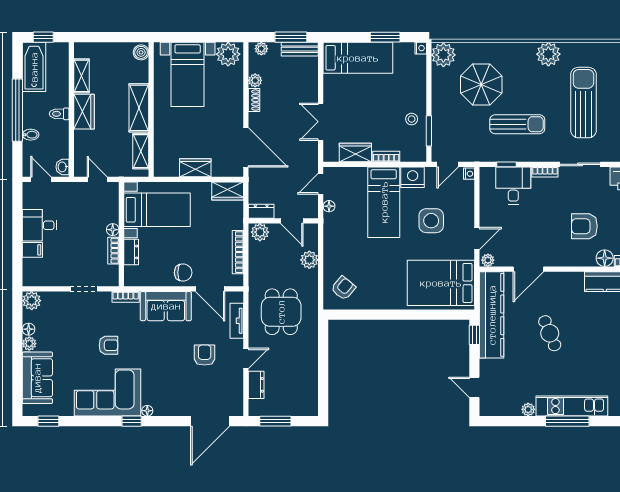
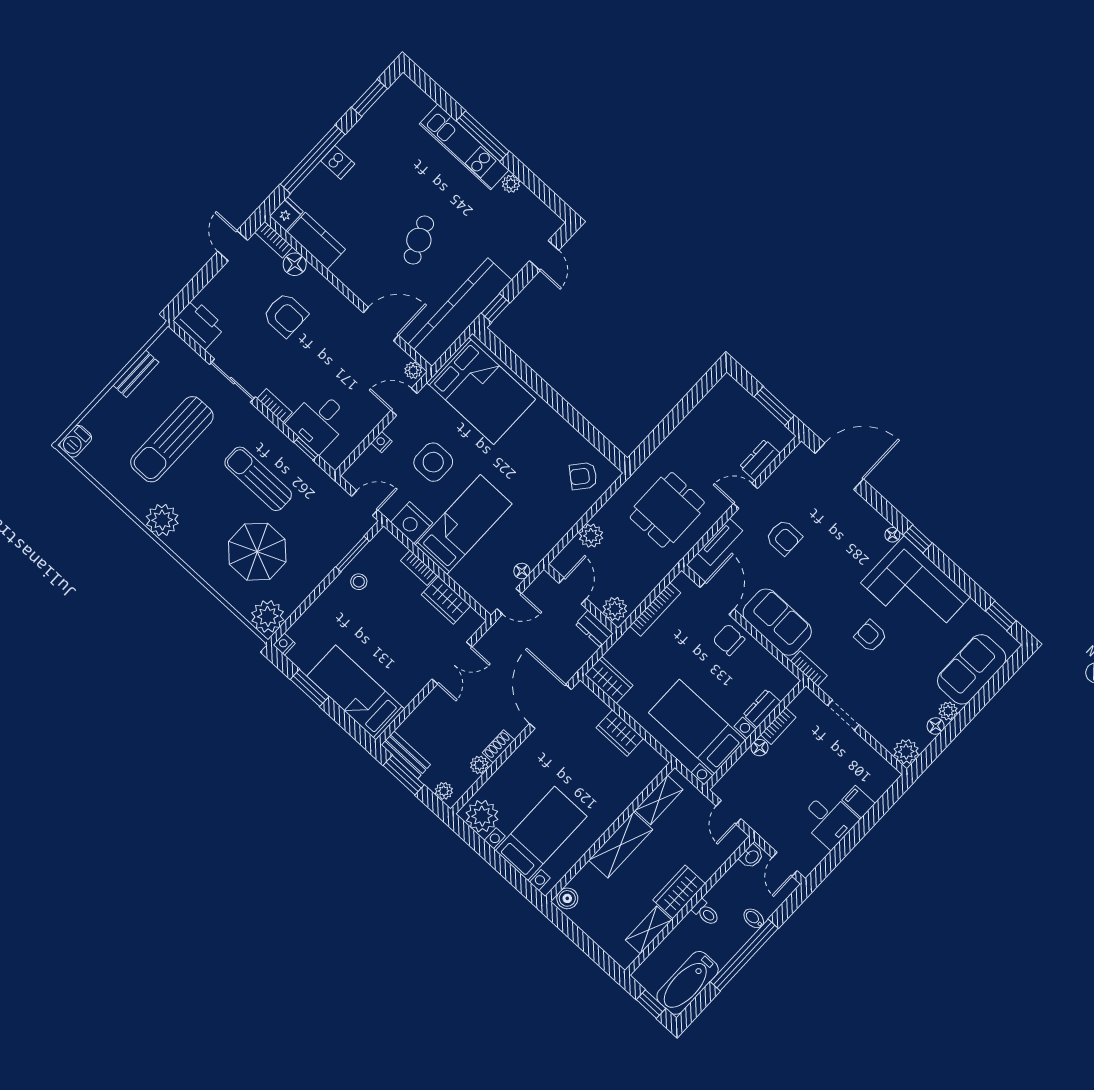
nightstand: (469, 174) -> (382, 442), moved
armchair: (205, 355) -> (784, 537), turned -90

